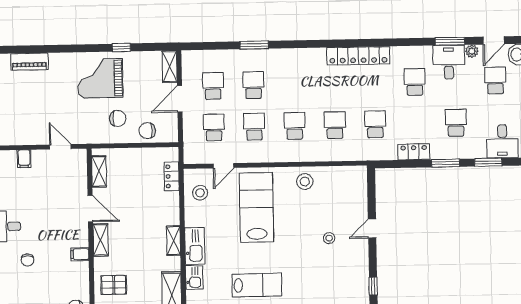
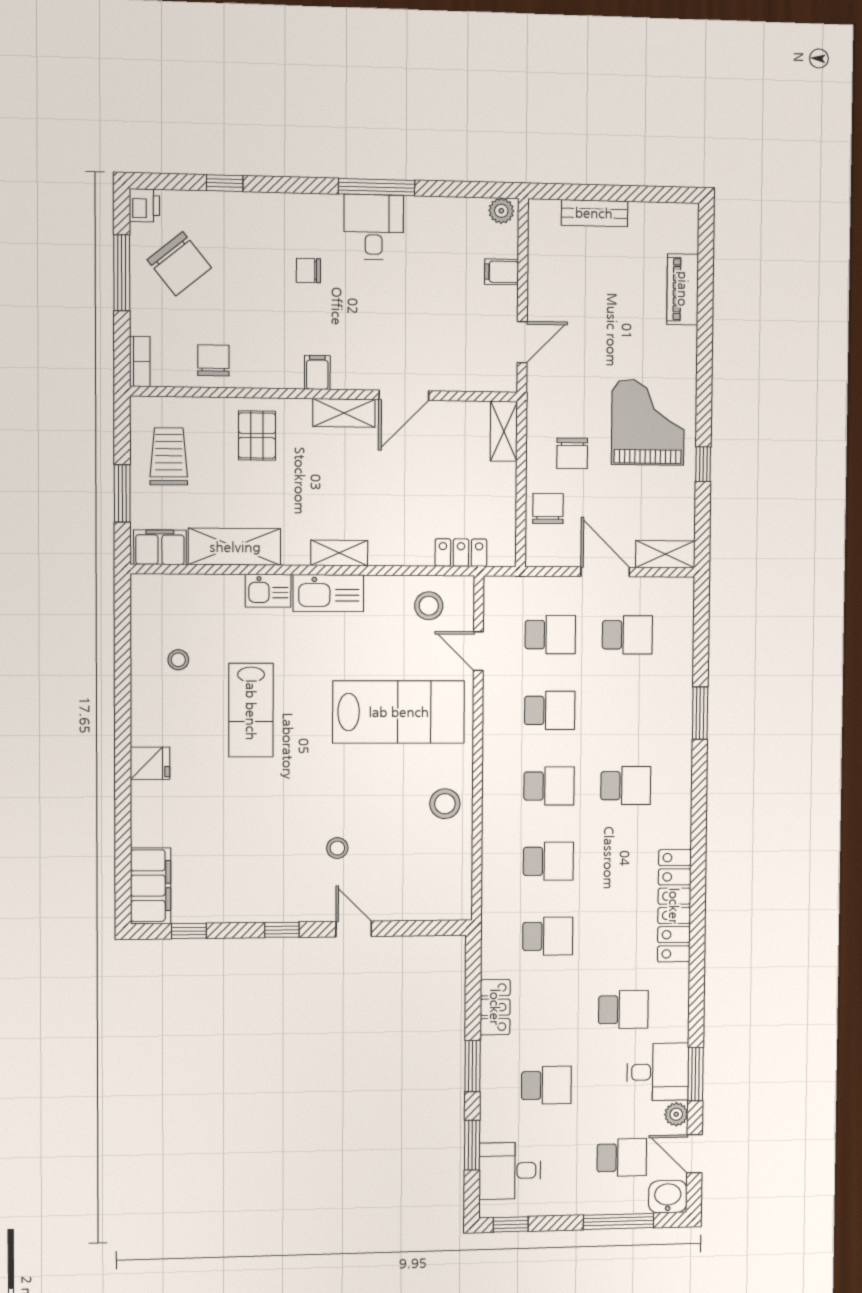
school desk: (253, 85) -> (626, 786), moved
shelving: (99, 171) -> (504, 431), moved, turned 90
window: (373, 286) -> (282, 930), moved

